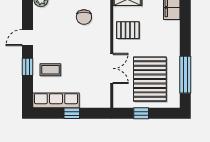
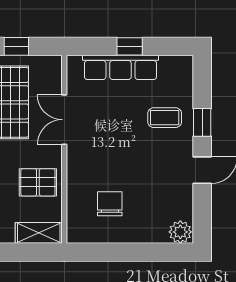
row of seats: (56, 100) -> (120, 67), moved

